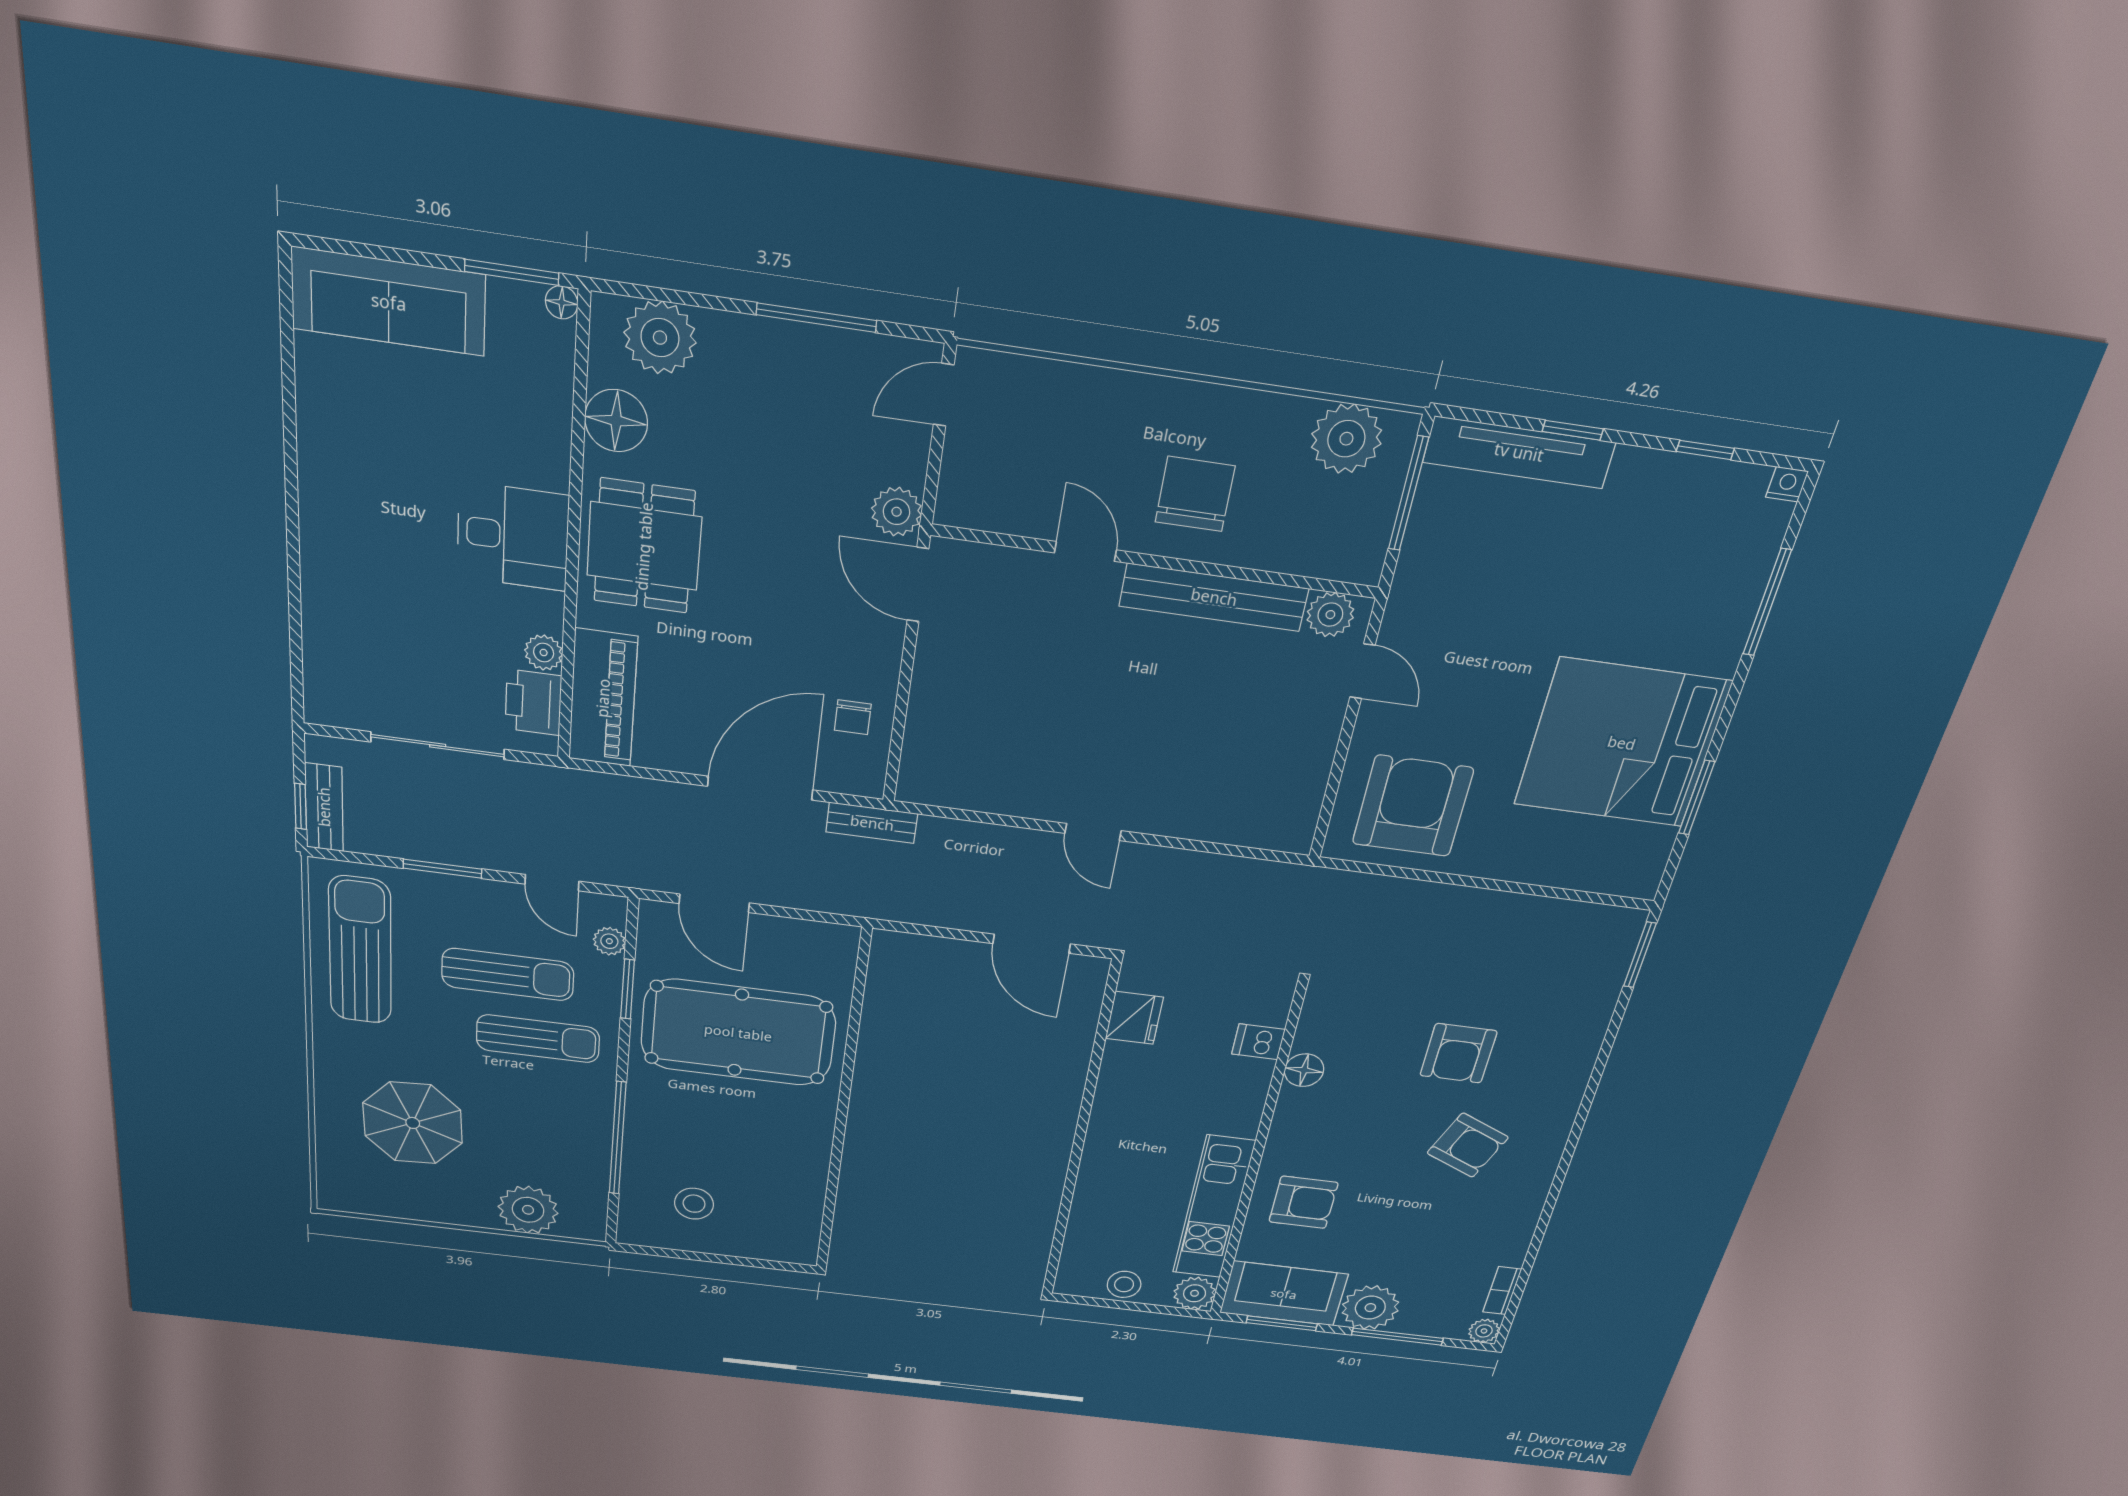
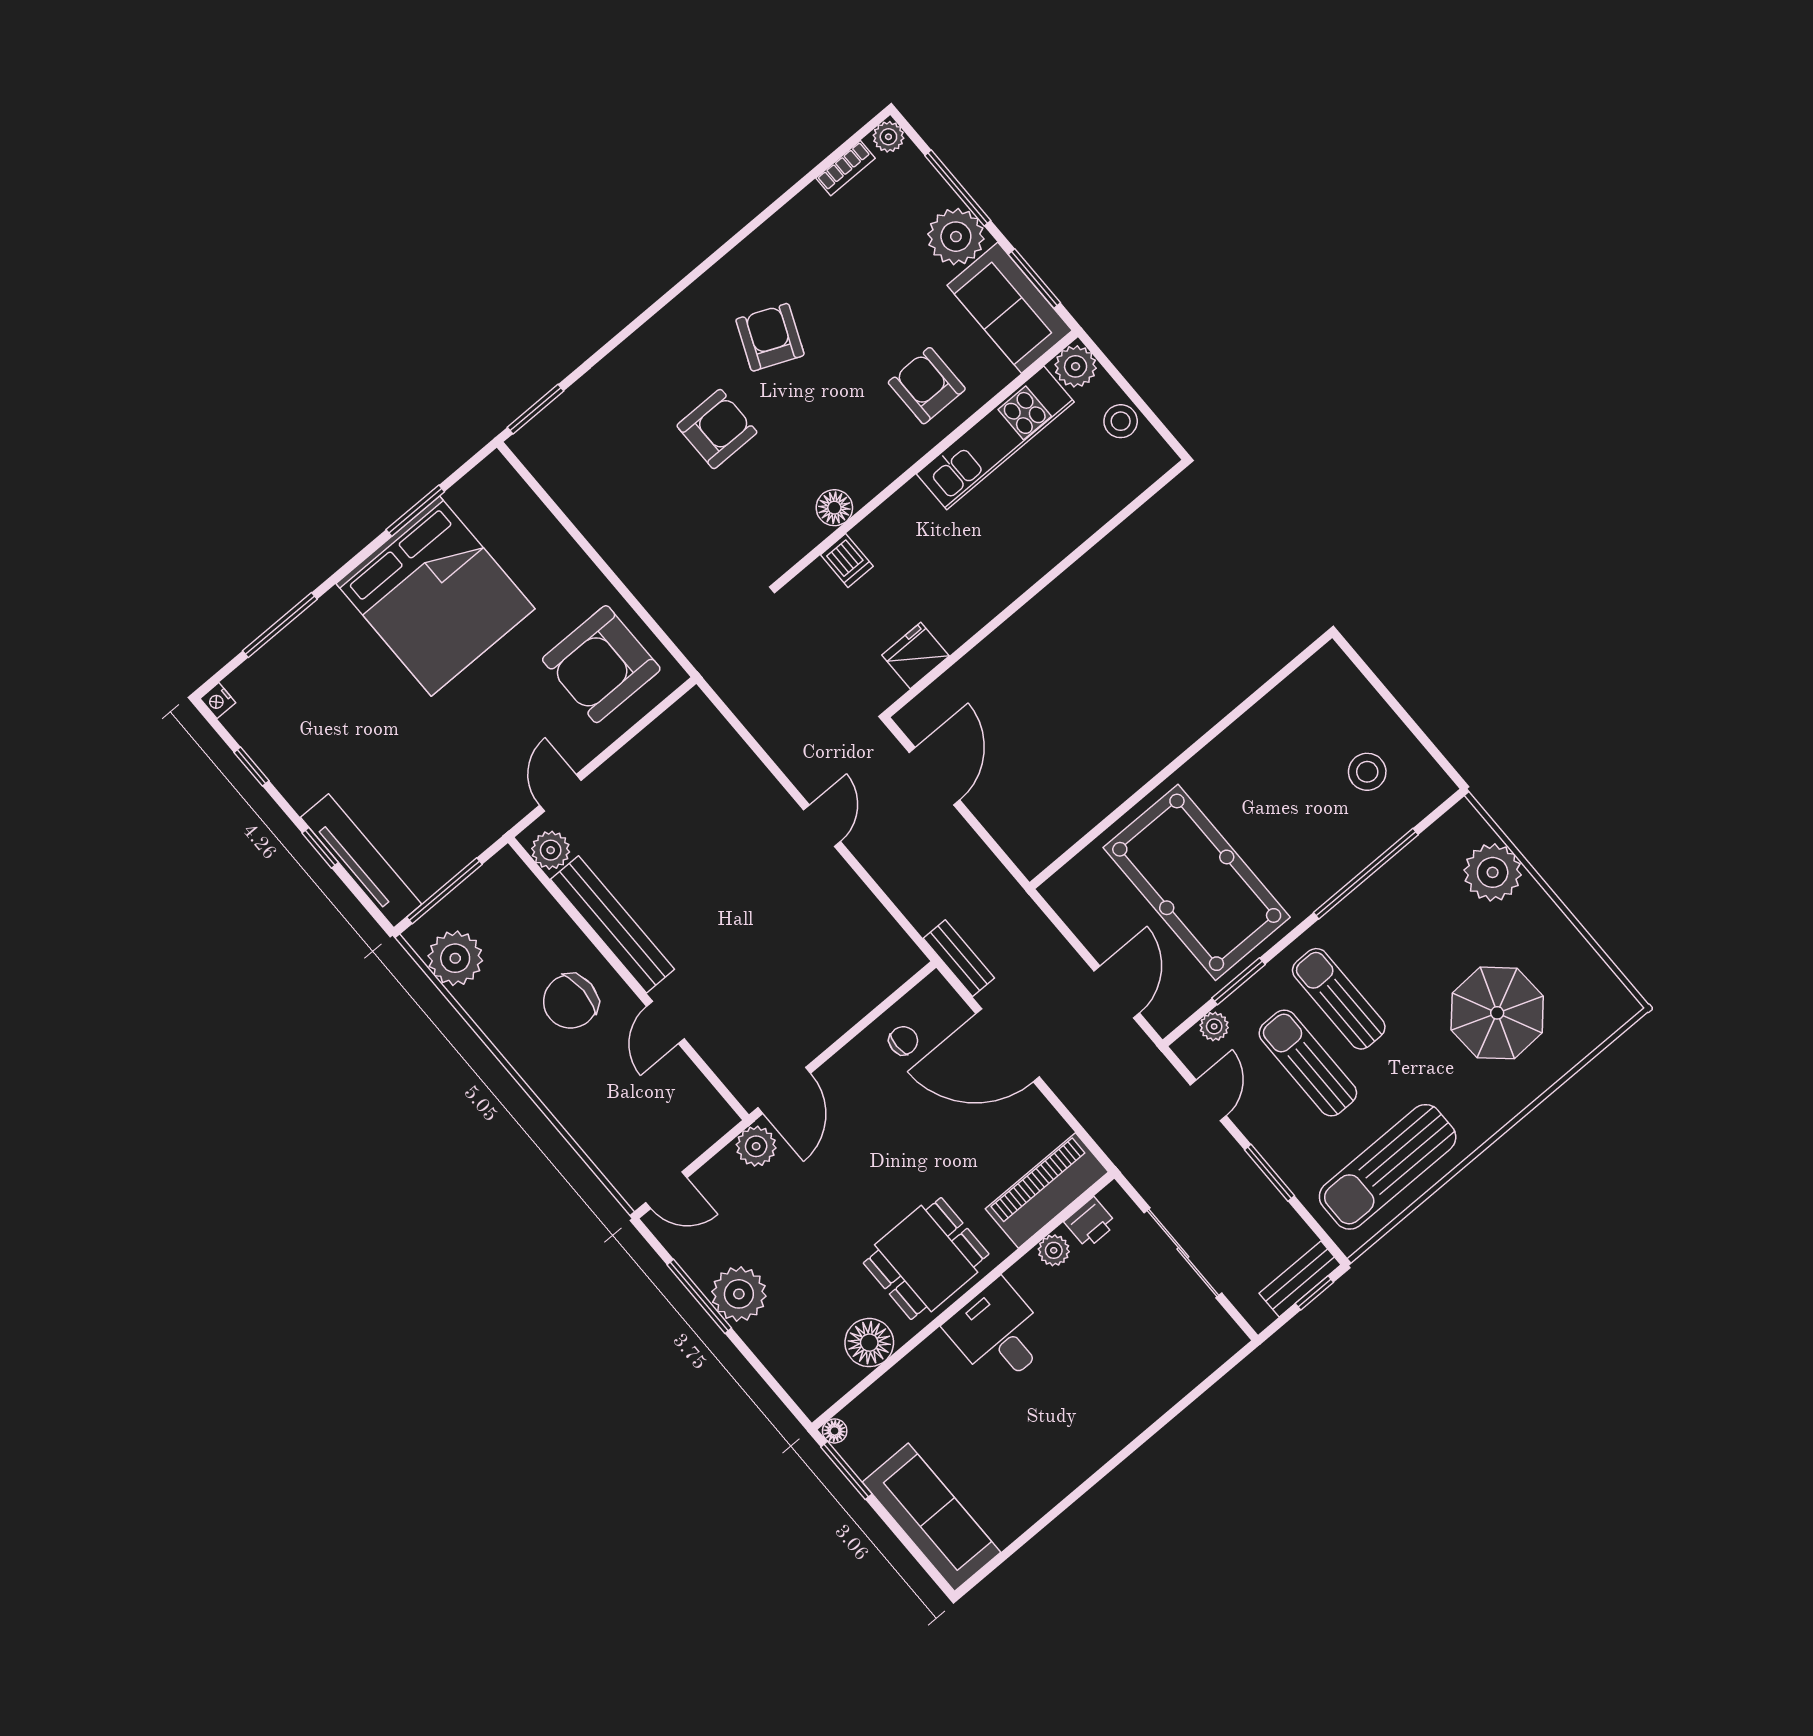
plant: (660, 338) -> (739, 1294), moved
printer: (533, 702) -> (1090, 1223), width x0.73, depth x0.81

